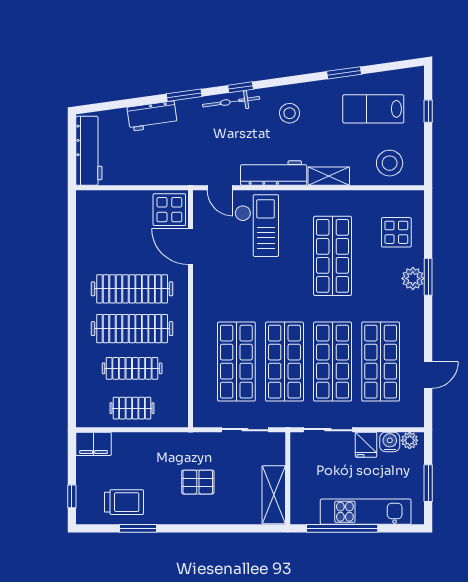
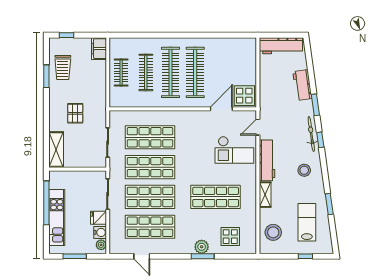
shelving: (274, 495) -> (56, 150), moved, turned 90

